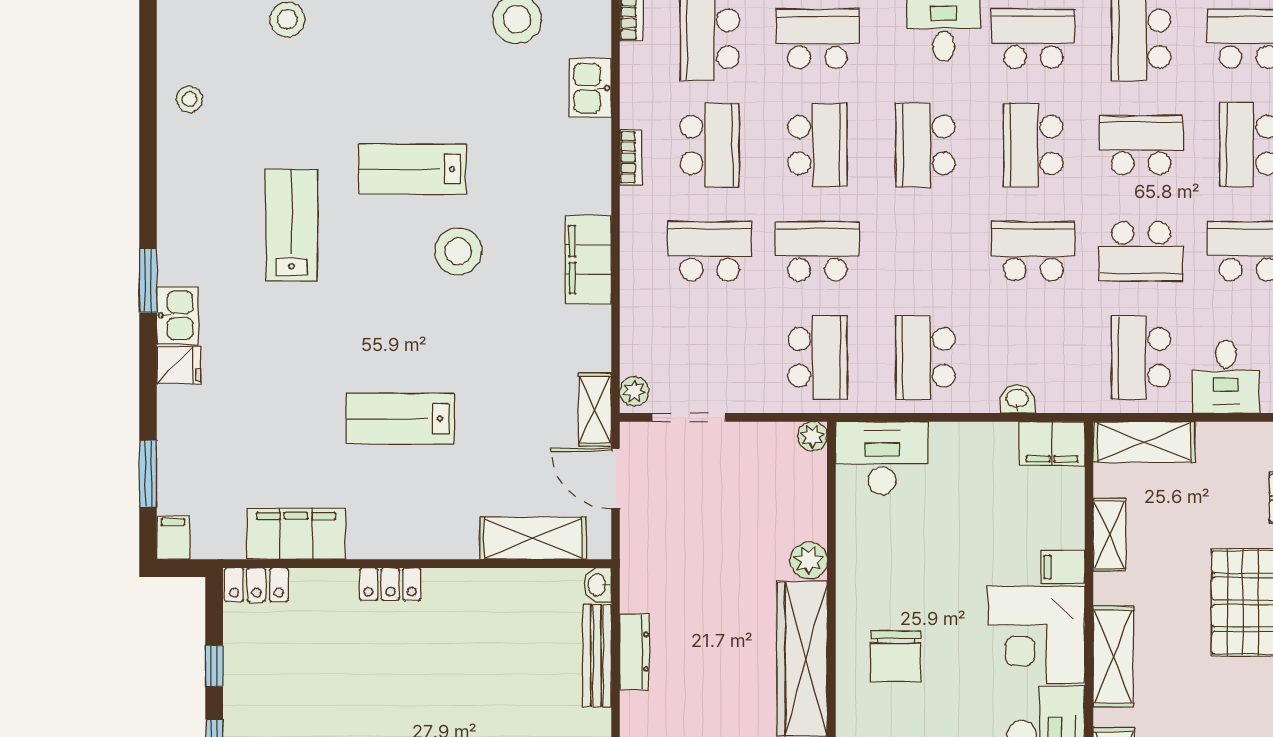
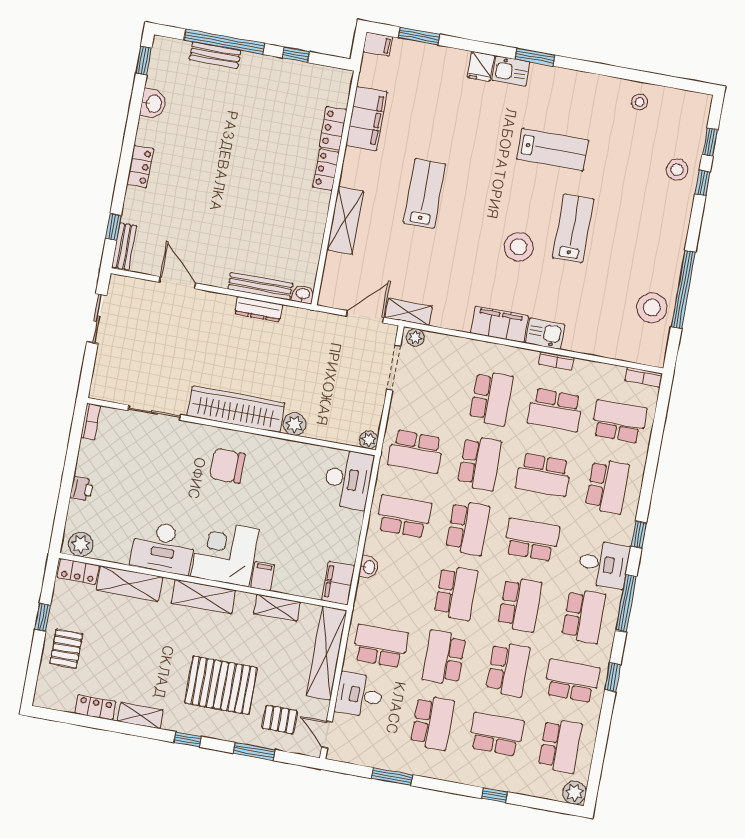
kitchen sink: (590, 88) -> (545, 334), moved
school desk: (1033, 145) -> (520, 604), turned 90
school desk: (925, 251) -> (468, 528), added
shelving: (1144, 442) -> (326, 653), width x1.47
shelving: (533, 538) -> (345, 220), moved
locker: (256, 585) -> (333, 128), moved

